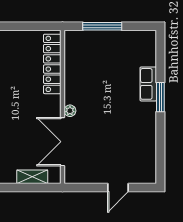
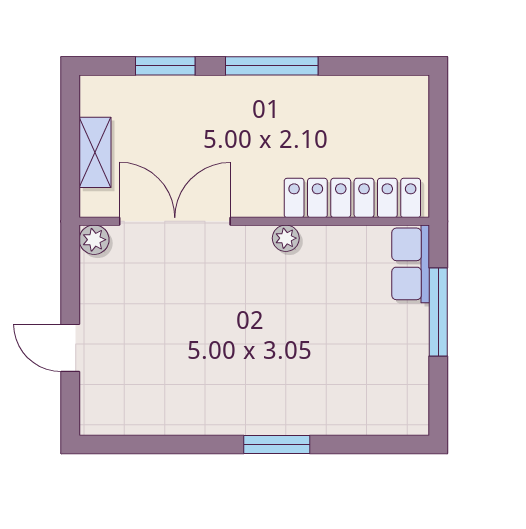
row of seats: (148, 84) -> (411, 264), moved, turned -90
plant: (70, 111) -> (286, 238), moved
plant: (71, 177) -> (94, 240), added

